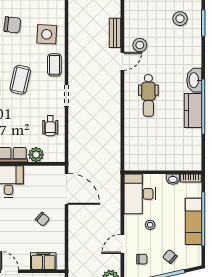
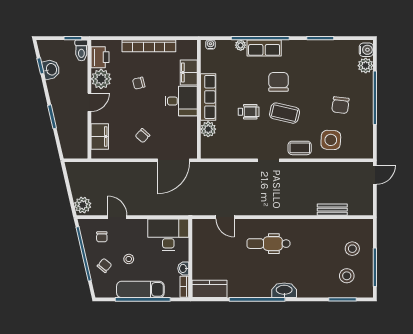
stool: (140, 45) -> (352, 249), moved
door: (122, 61) -> (225, 217), moved
kitchen counter: (193, 110) -> (209, 289), moved
wheelchair: (50, 126) -> (249, 112), moved, turned 180
stool: (150, 225) -> (129, 259), moved

